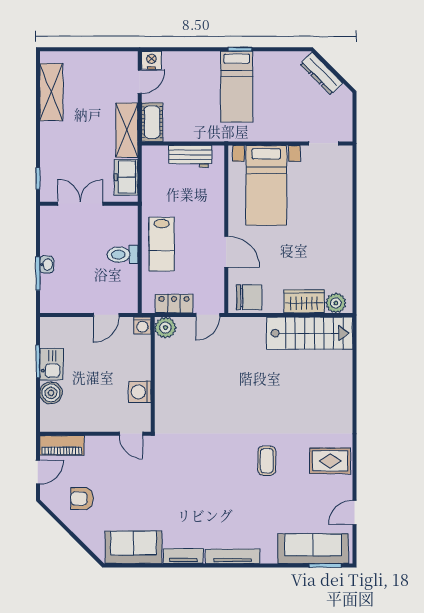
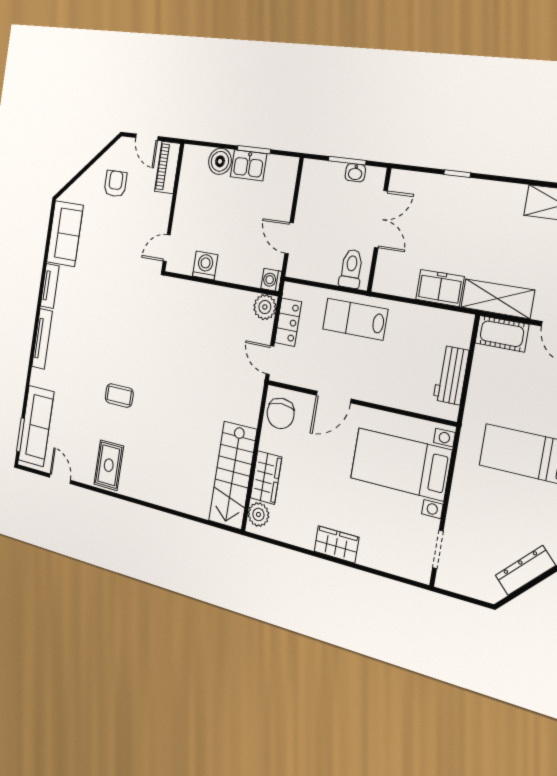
double door: (80, 204) -> (381, 219), moved
wall: (89, 204) -> (379, 230), moved
wardrobe: (342, 228) -> (336, 544), added

